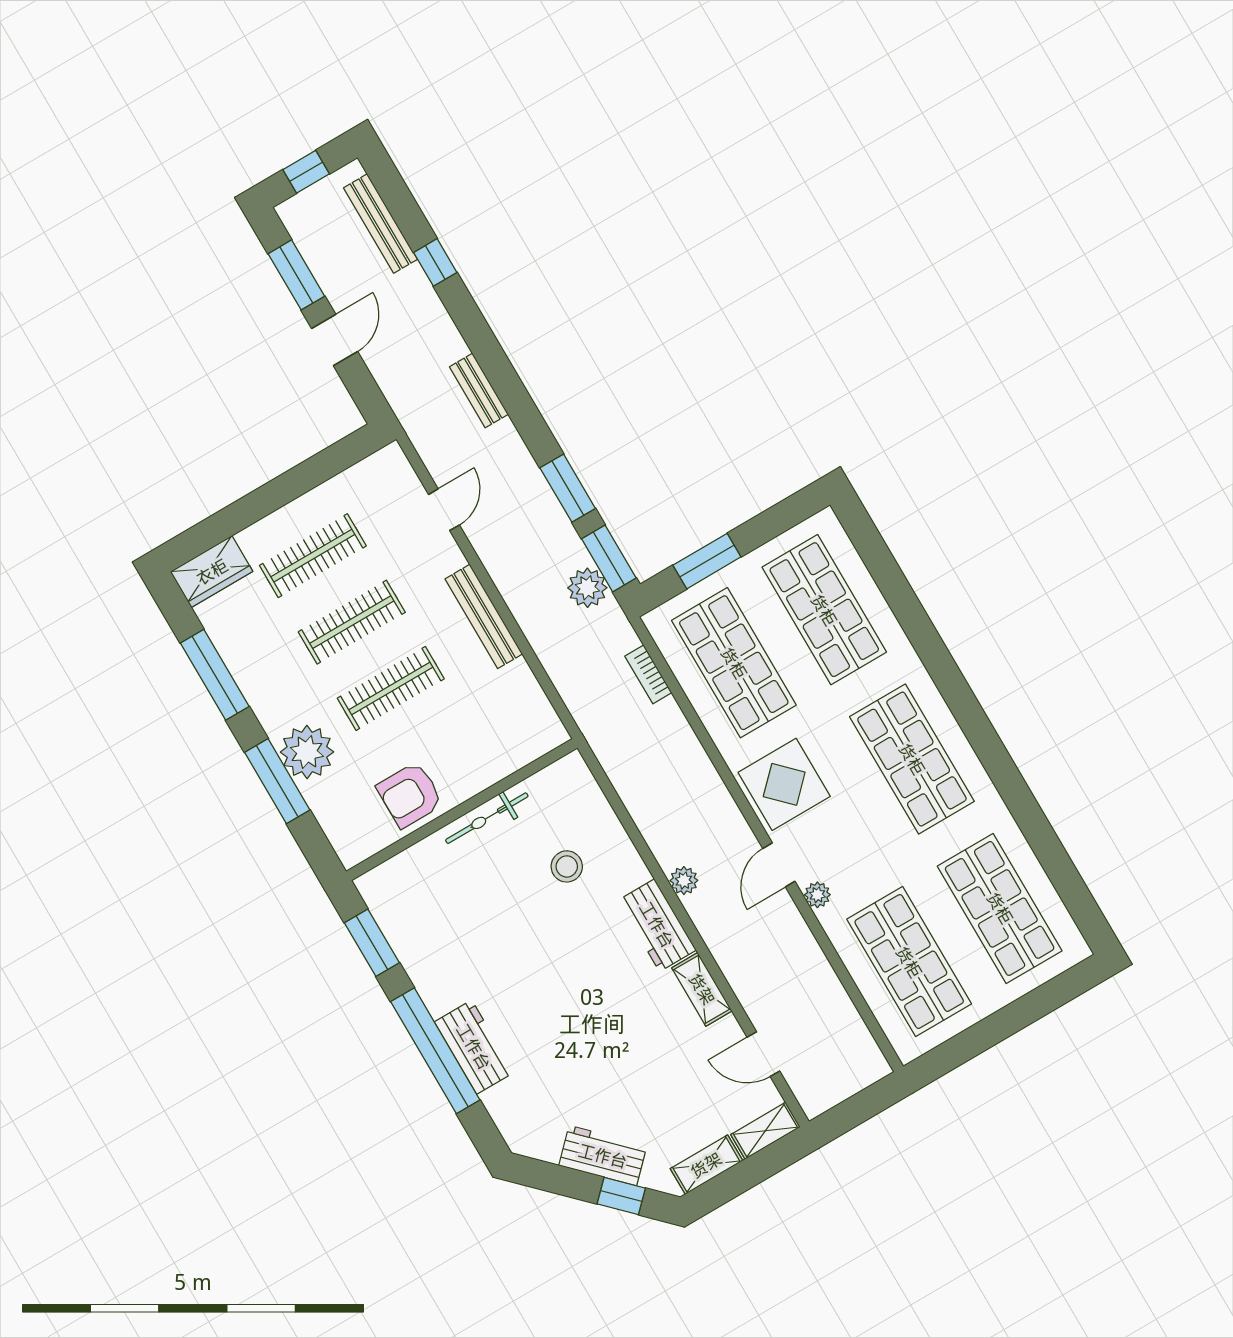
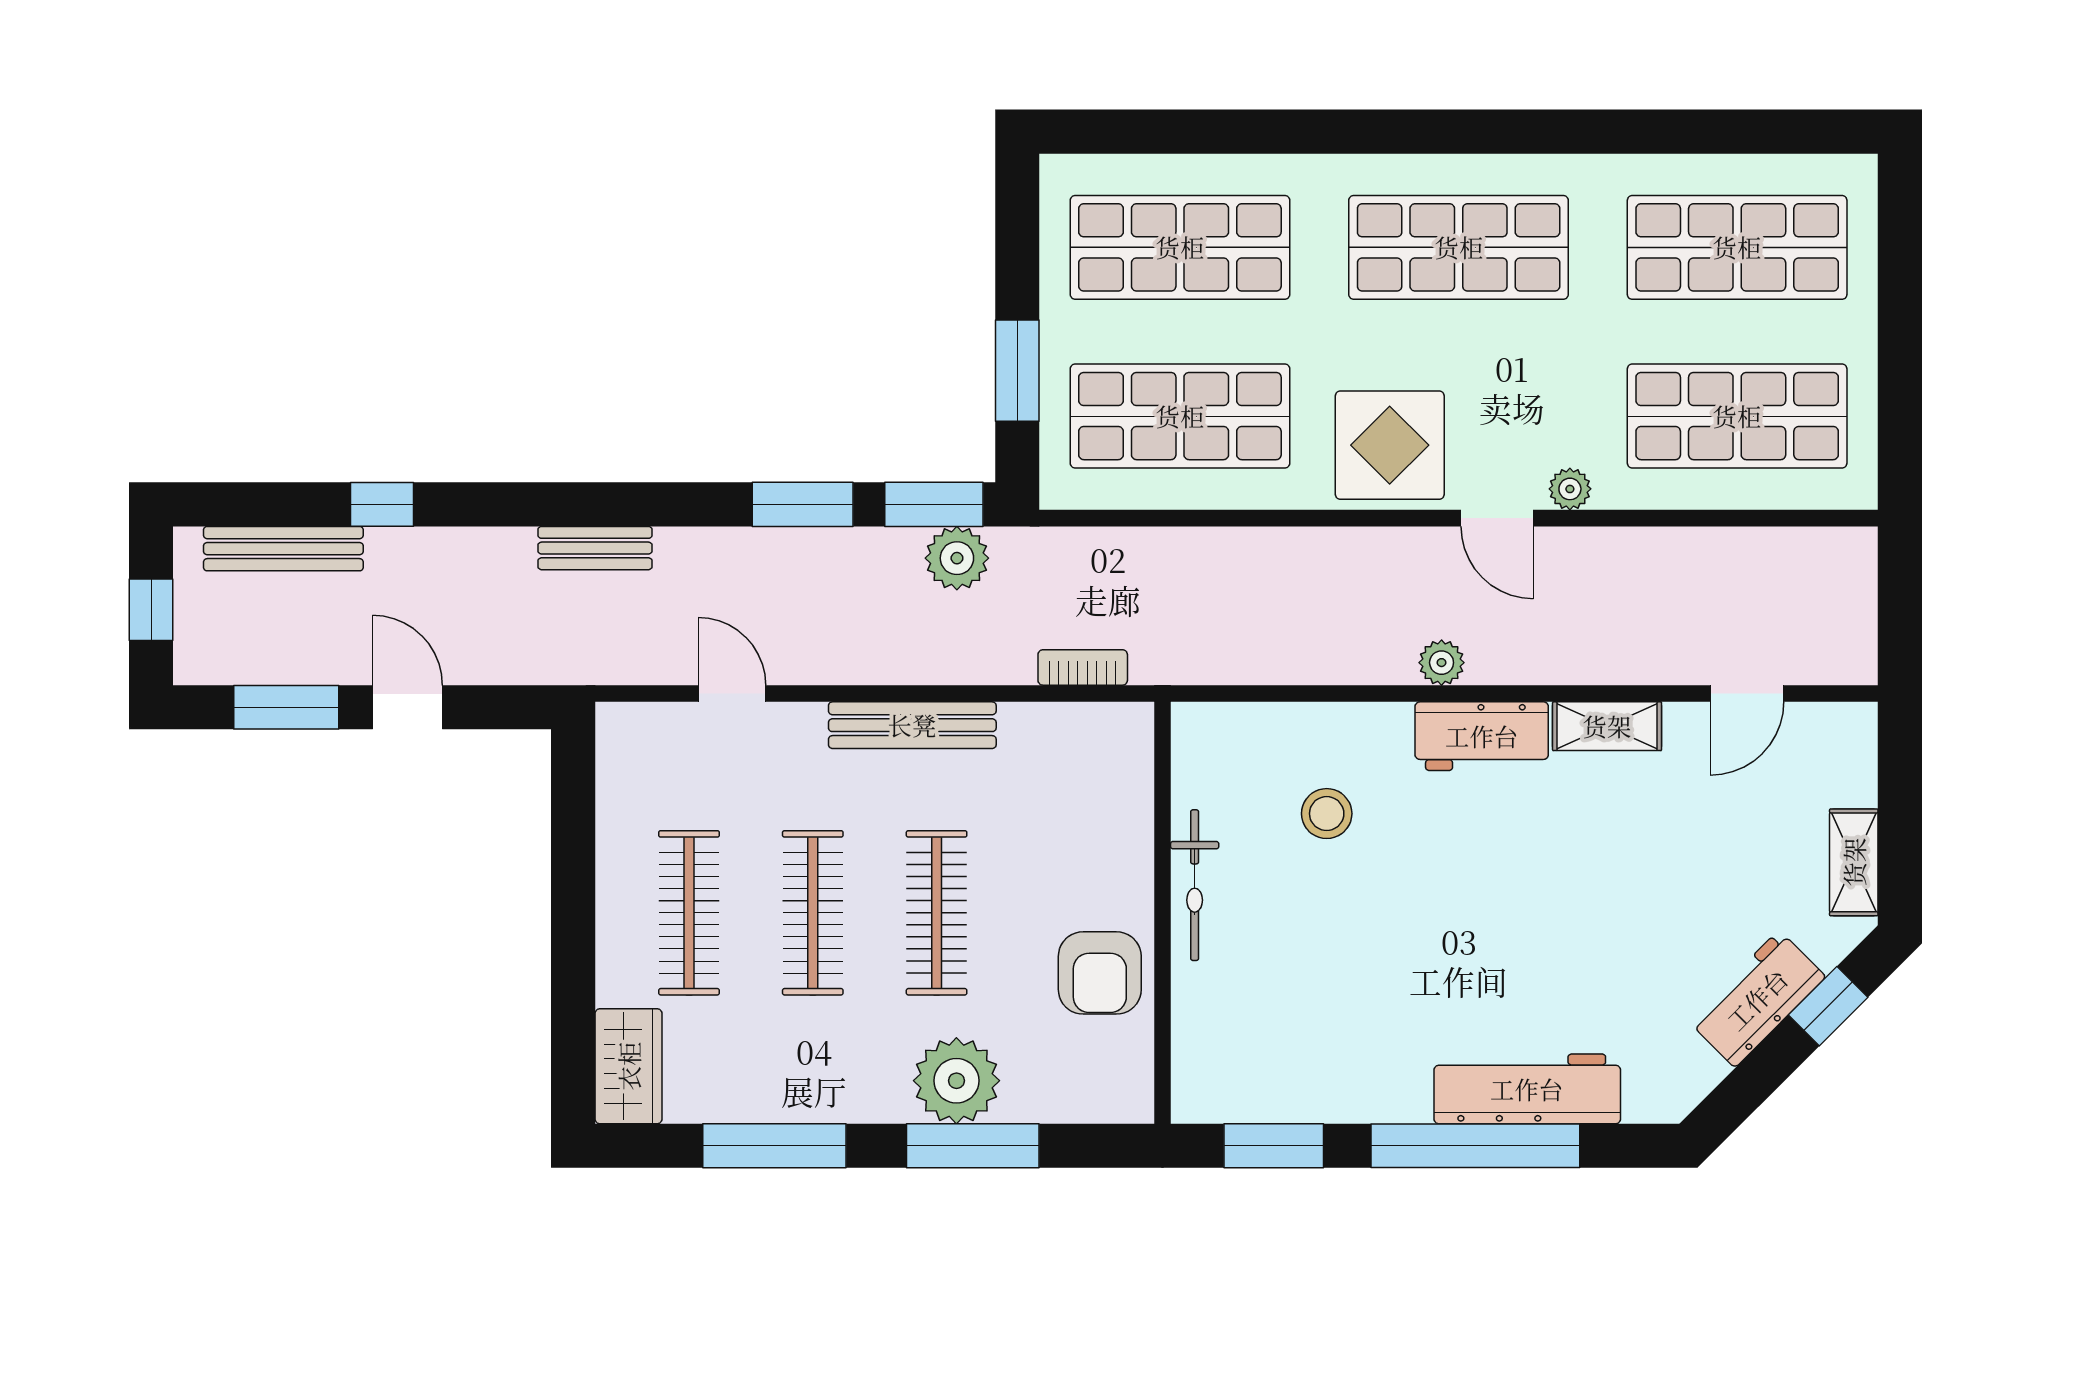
bookcase: (648, 674) -> (1083, 667), moved, turned 180
workbench: (474, 1047) -> (1527, 1089), width x1.37
shelving: (765, 1131) -> (1855, 753), removed

